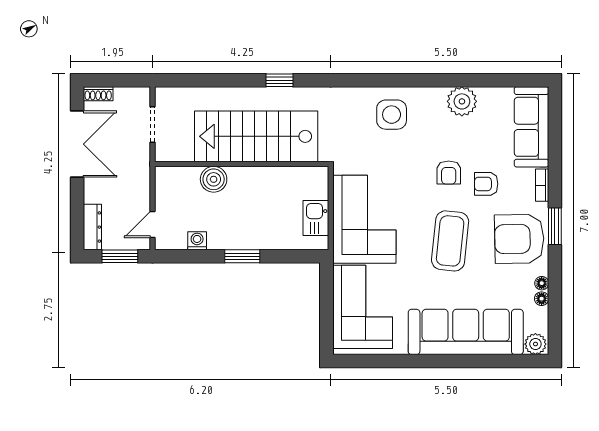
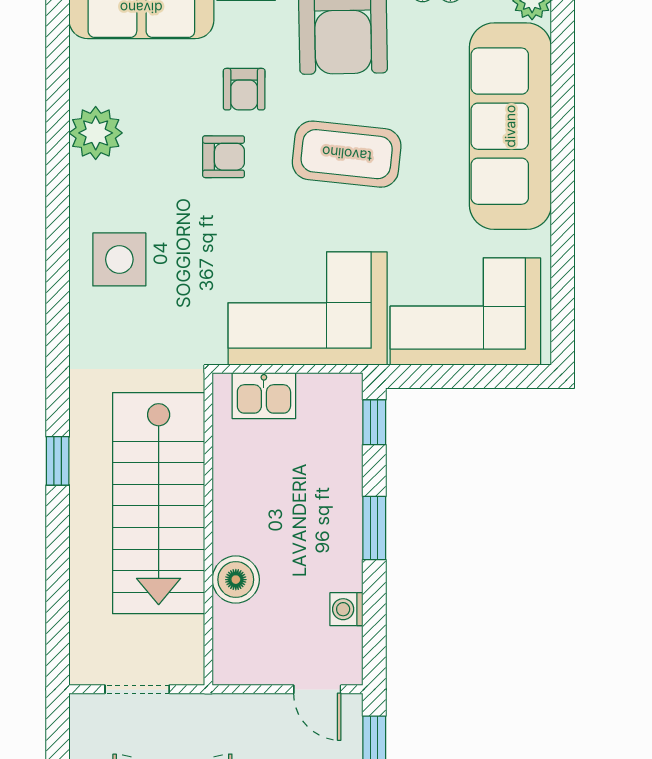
kitchen sink: (316, 218) -> (264, 396), moved
window: (301, 256) -> (374, 422), added

